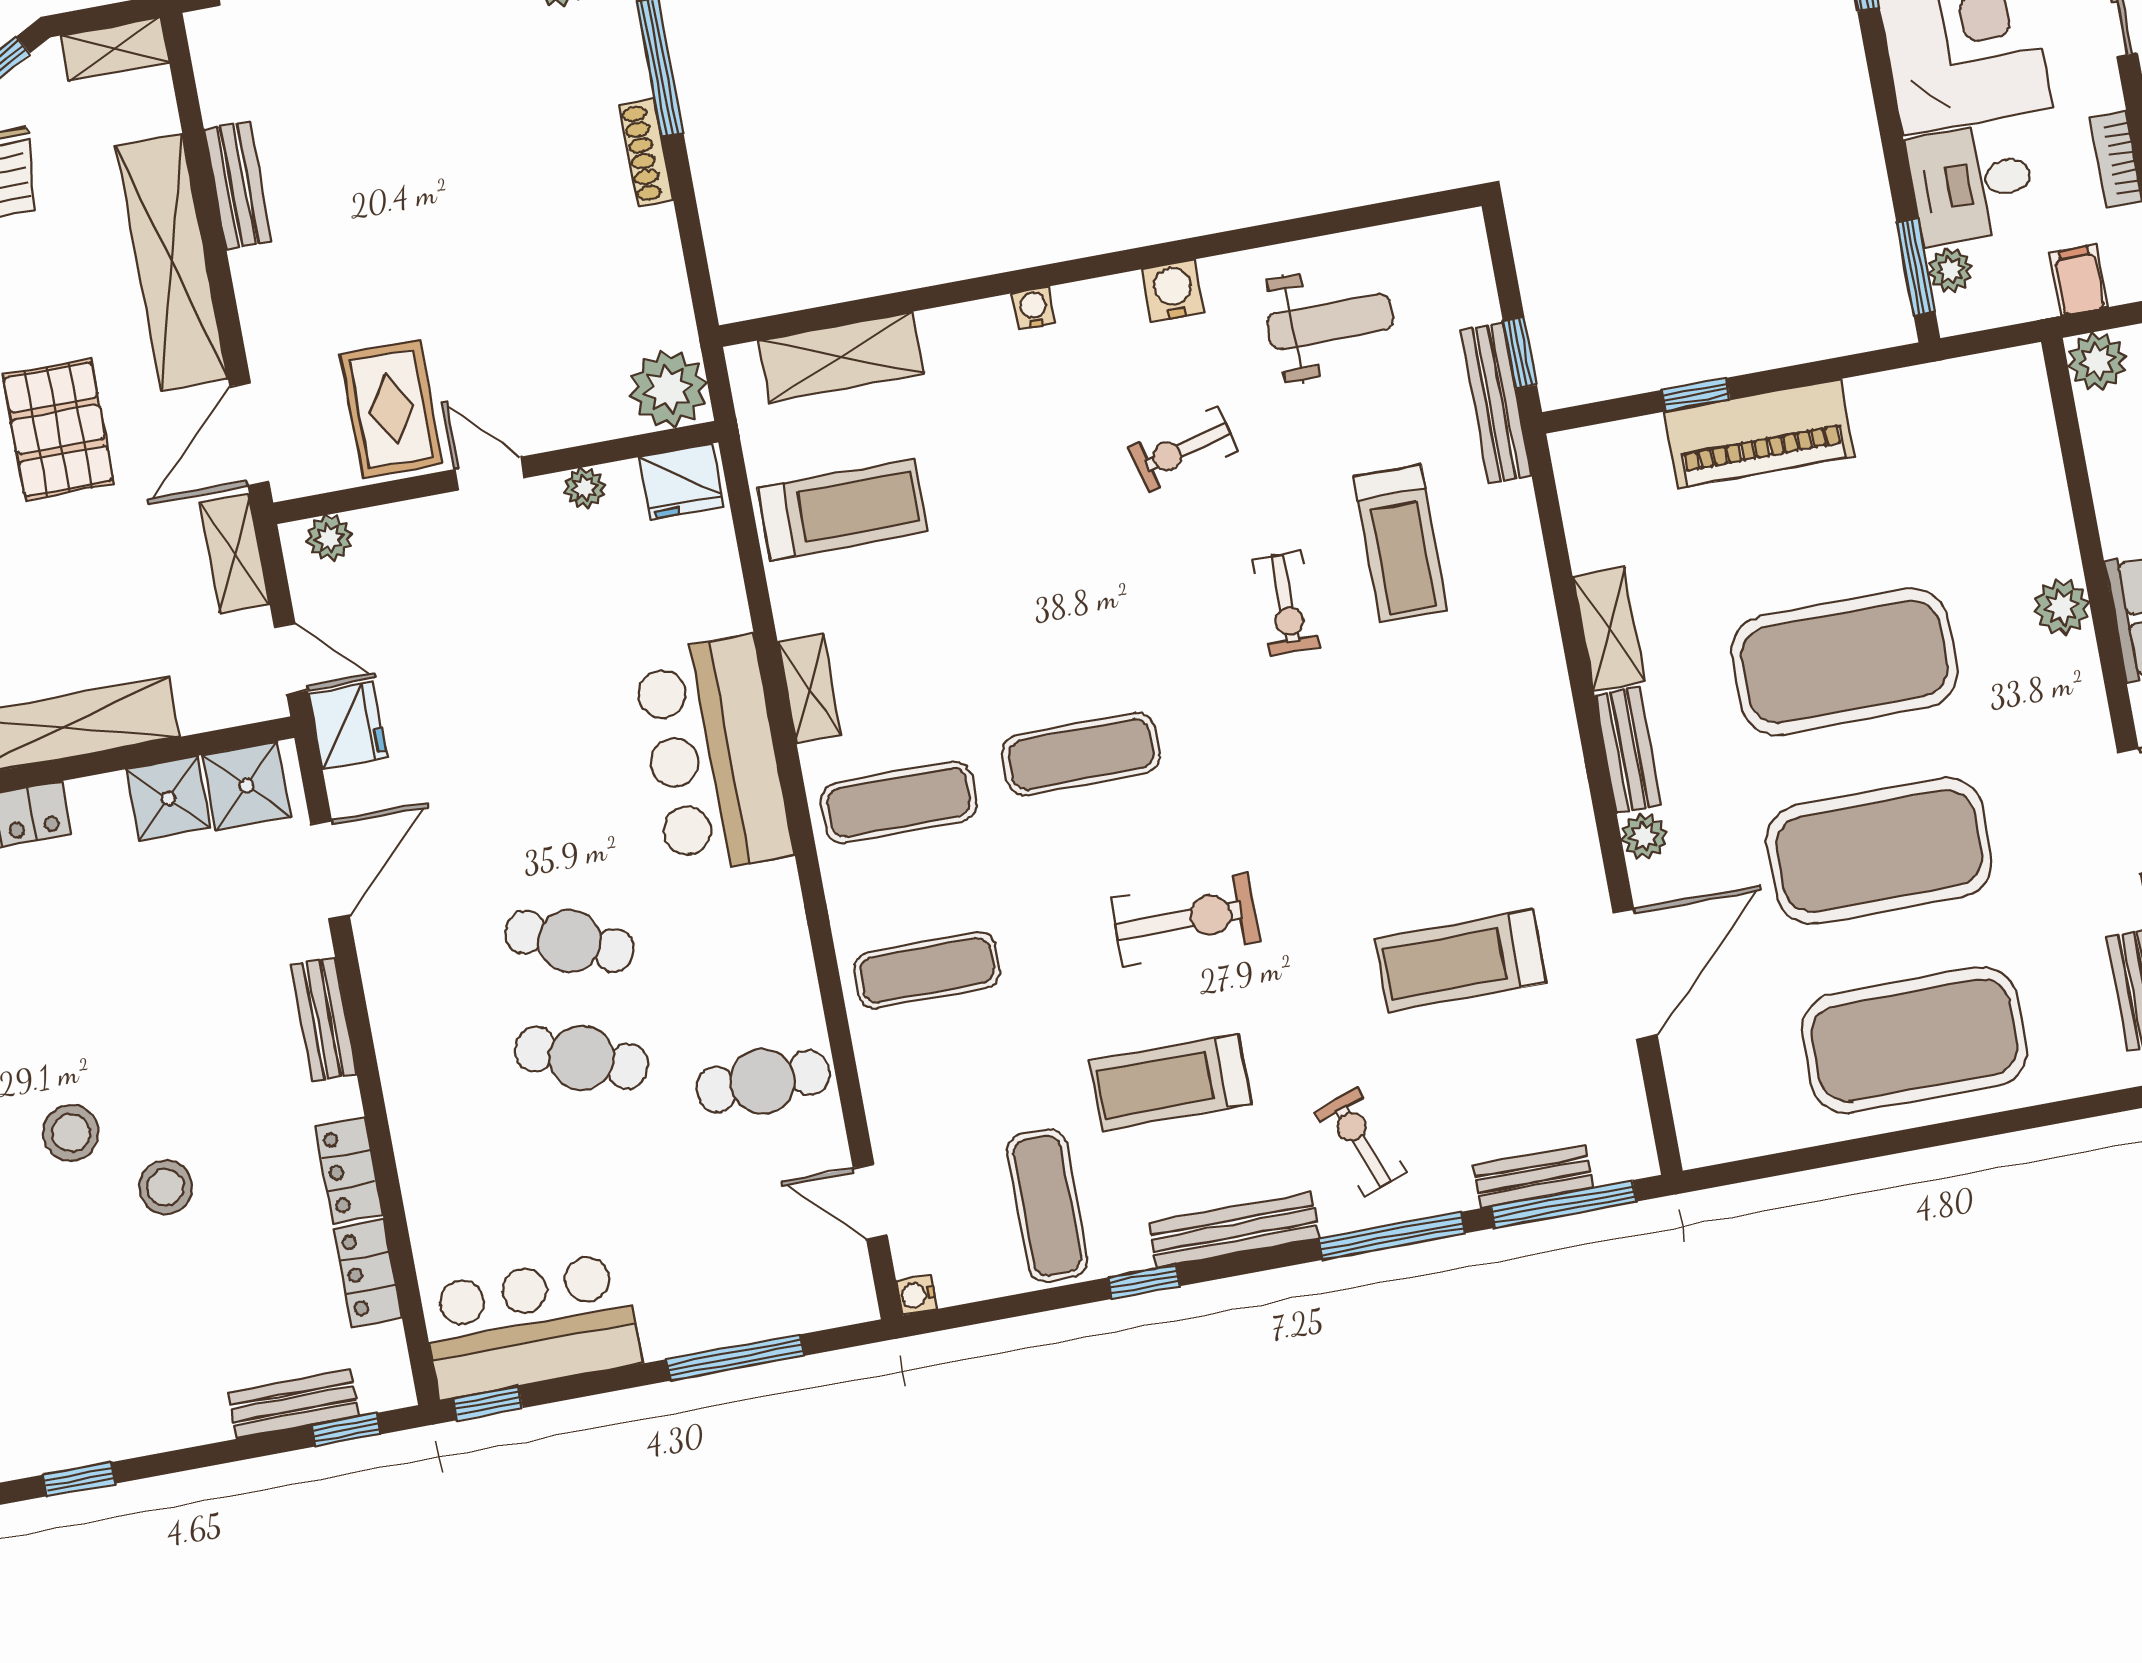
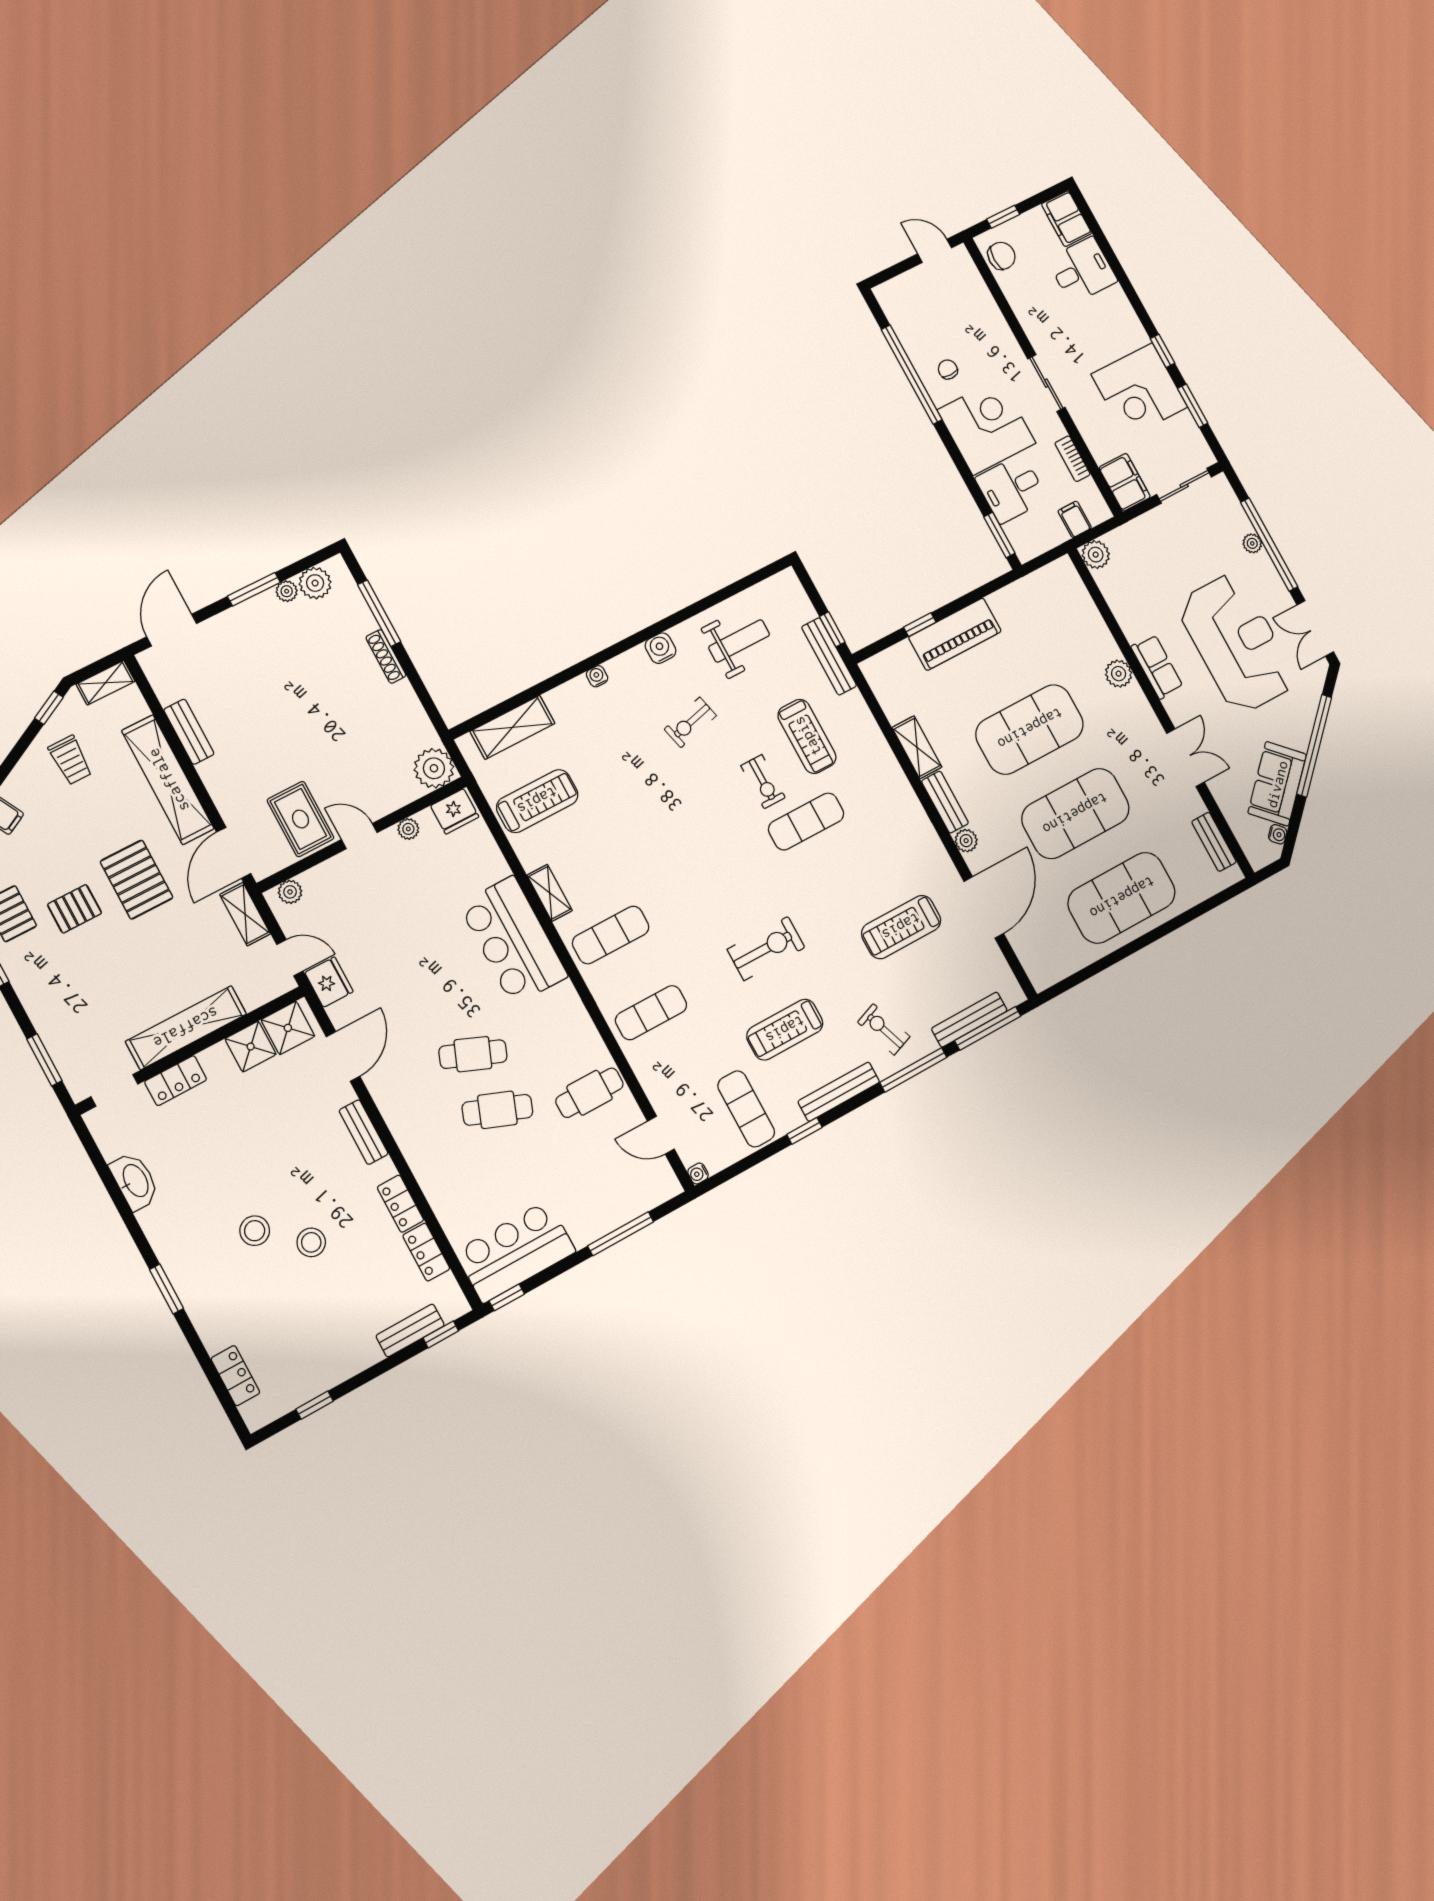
plant: (1950, 270) -> (1016, 532), removed
exercise mat: (1081, 754) -> (806, 821), moved
bench: (1533, 1176) -> (969, 1020), width x1.36

